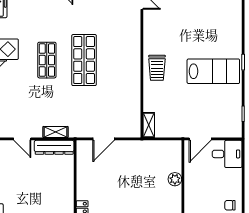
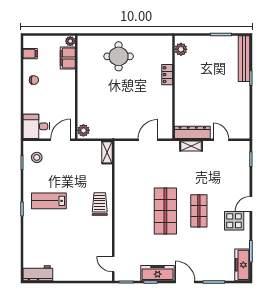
lab bench: (213, 71) -> (49, 201), width x0.73, depth x0.72
stool: (227, 119) -> (37, 157), added
plant: (175, 179) -> (83, 130), moved

